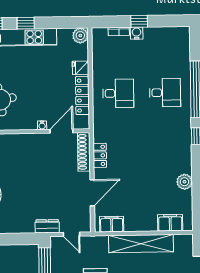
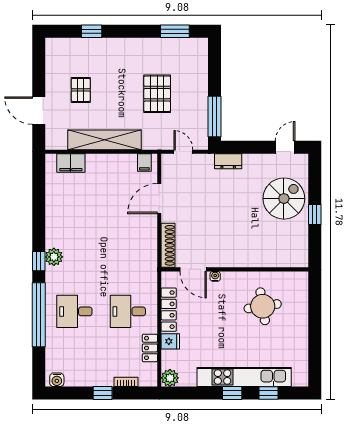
water cooler: (137, 33) -> (57, 380), moved
door: (61, 131) -> (193, 269), hinge flipped
locker: (100, 155) -> (150, 348), moved
plant: (184, 182) -> (54, 257), moved
filing cabinet: (112, 224) -> (144, 163), width x0.50
dresser: (47, 226) -> (228, 161), moved

